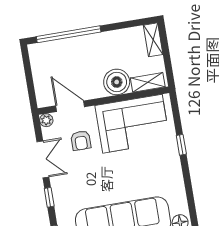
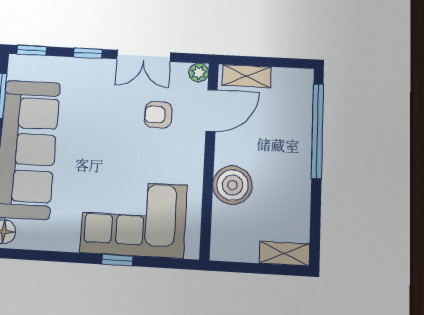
shelving: (148, 82) -> (247, 76), moved, turned 90
corner sofa: (132, 124) -> (134, 219), moved, turned 90

